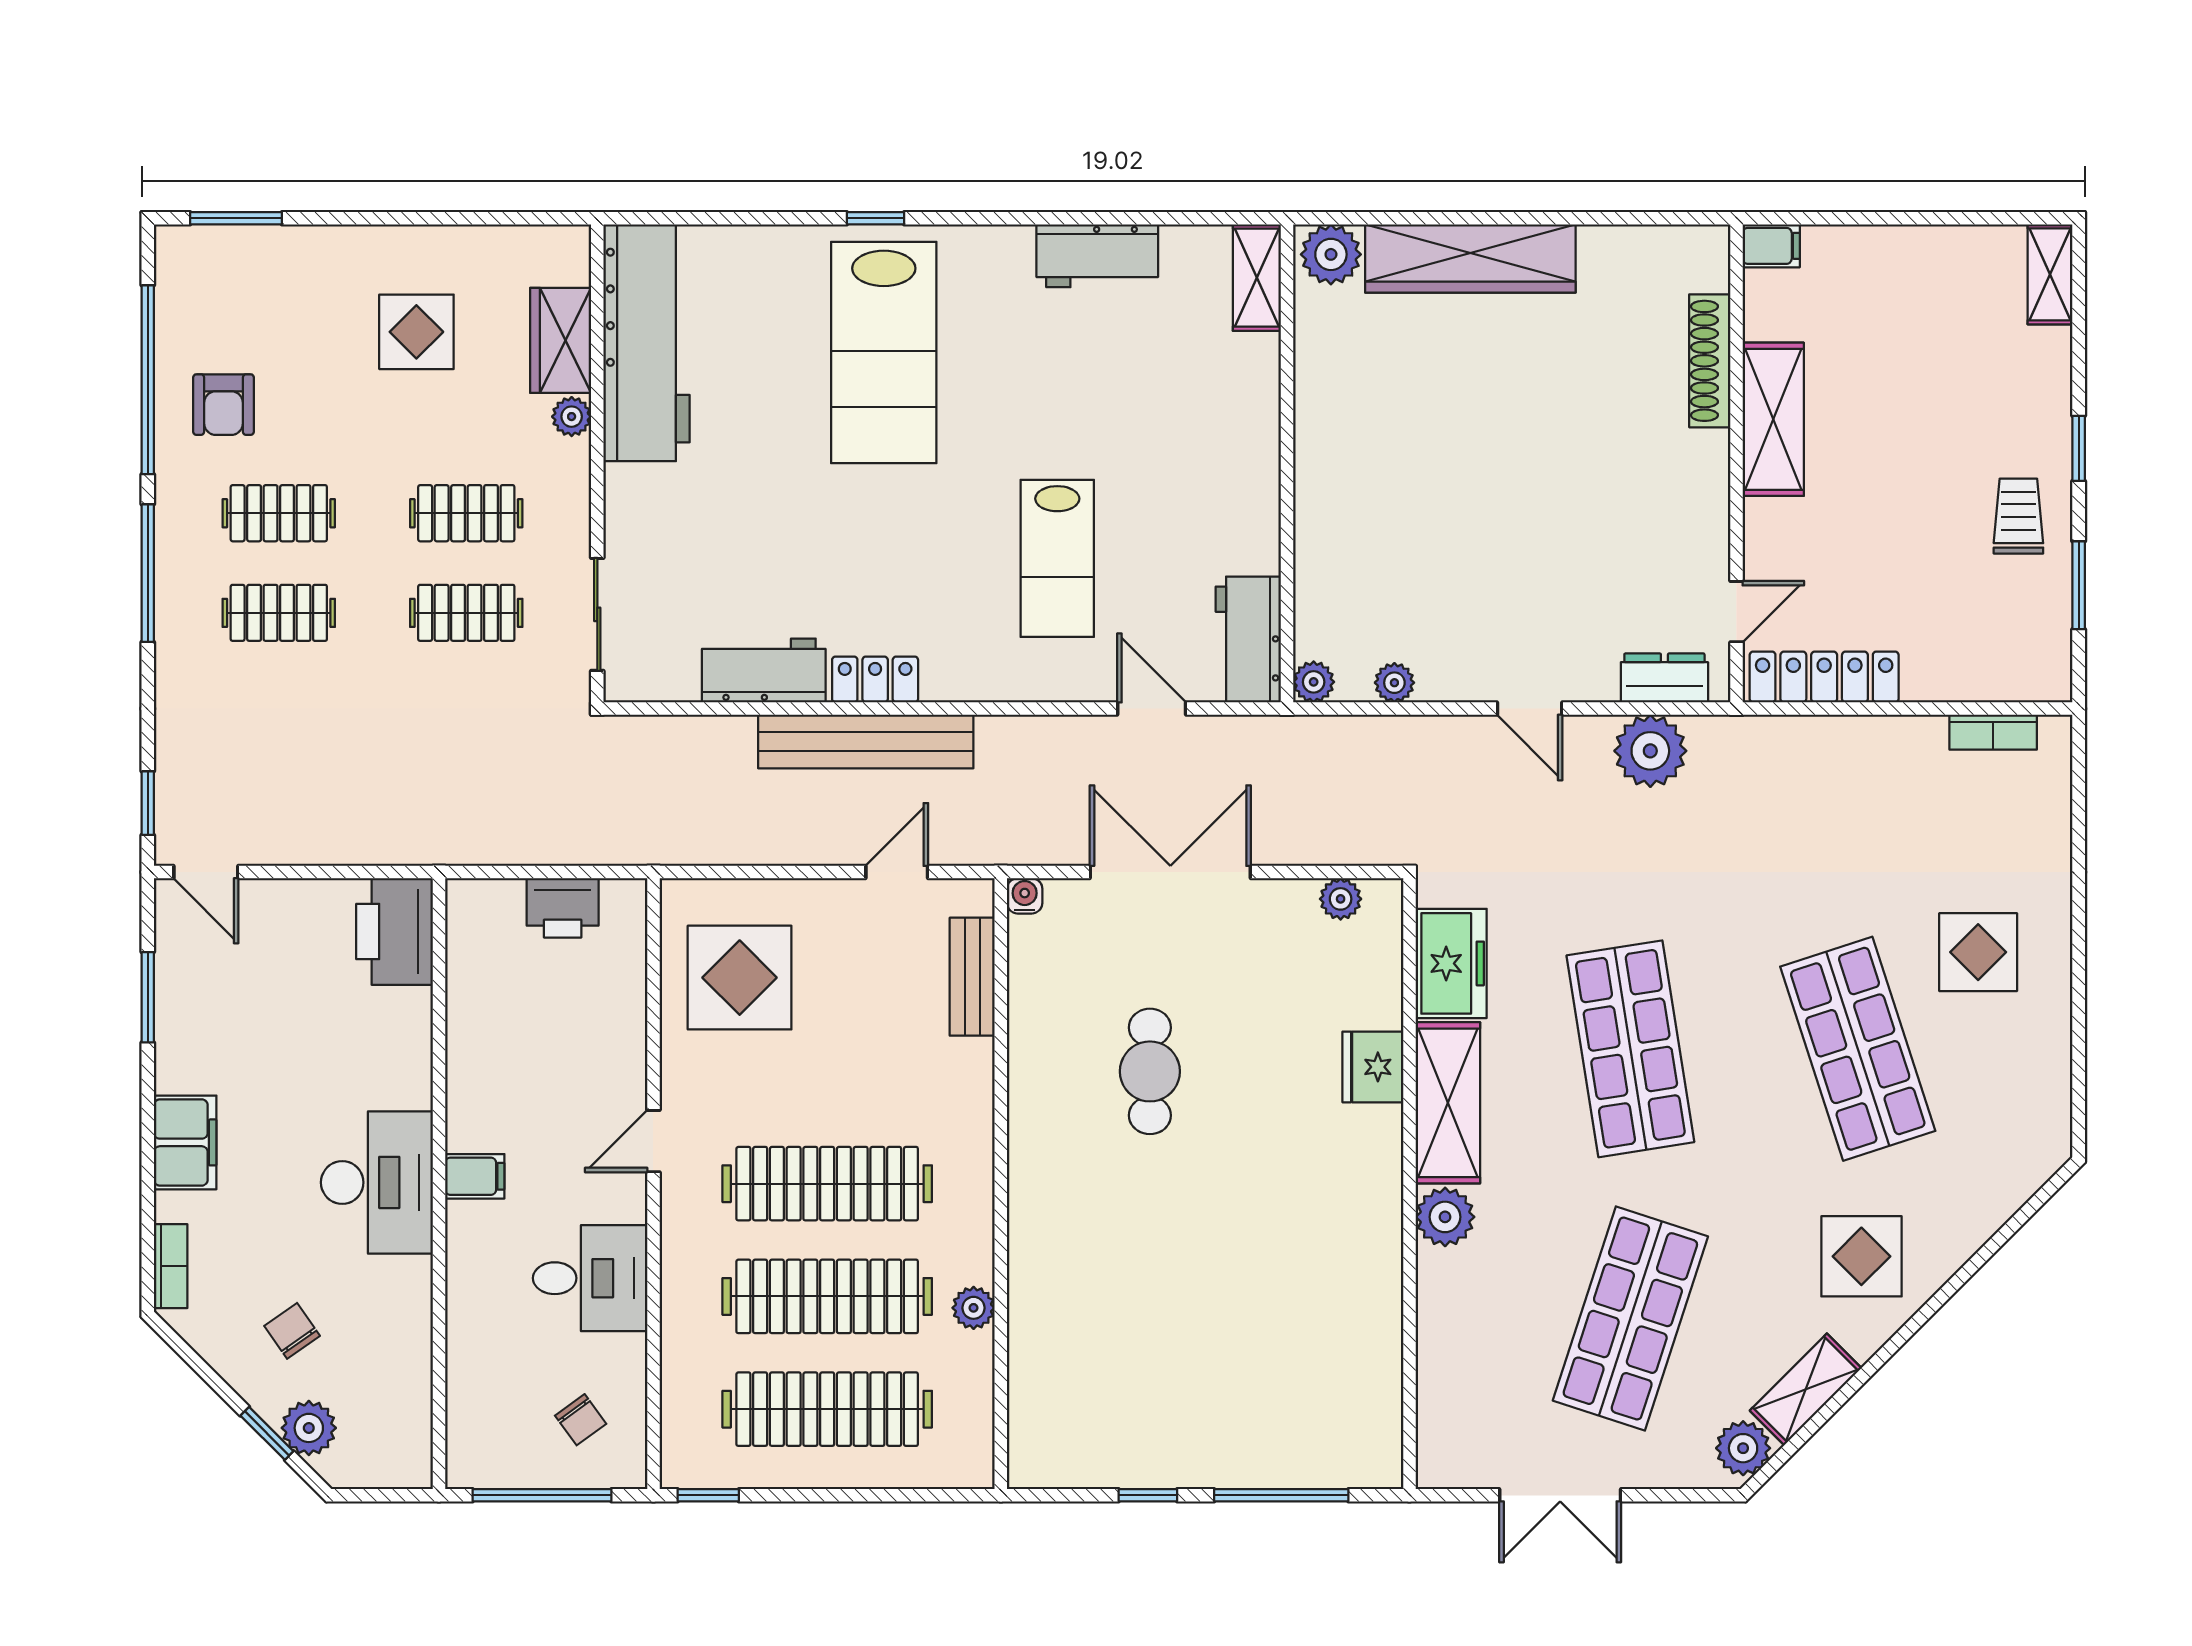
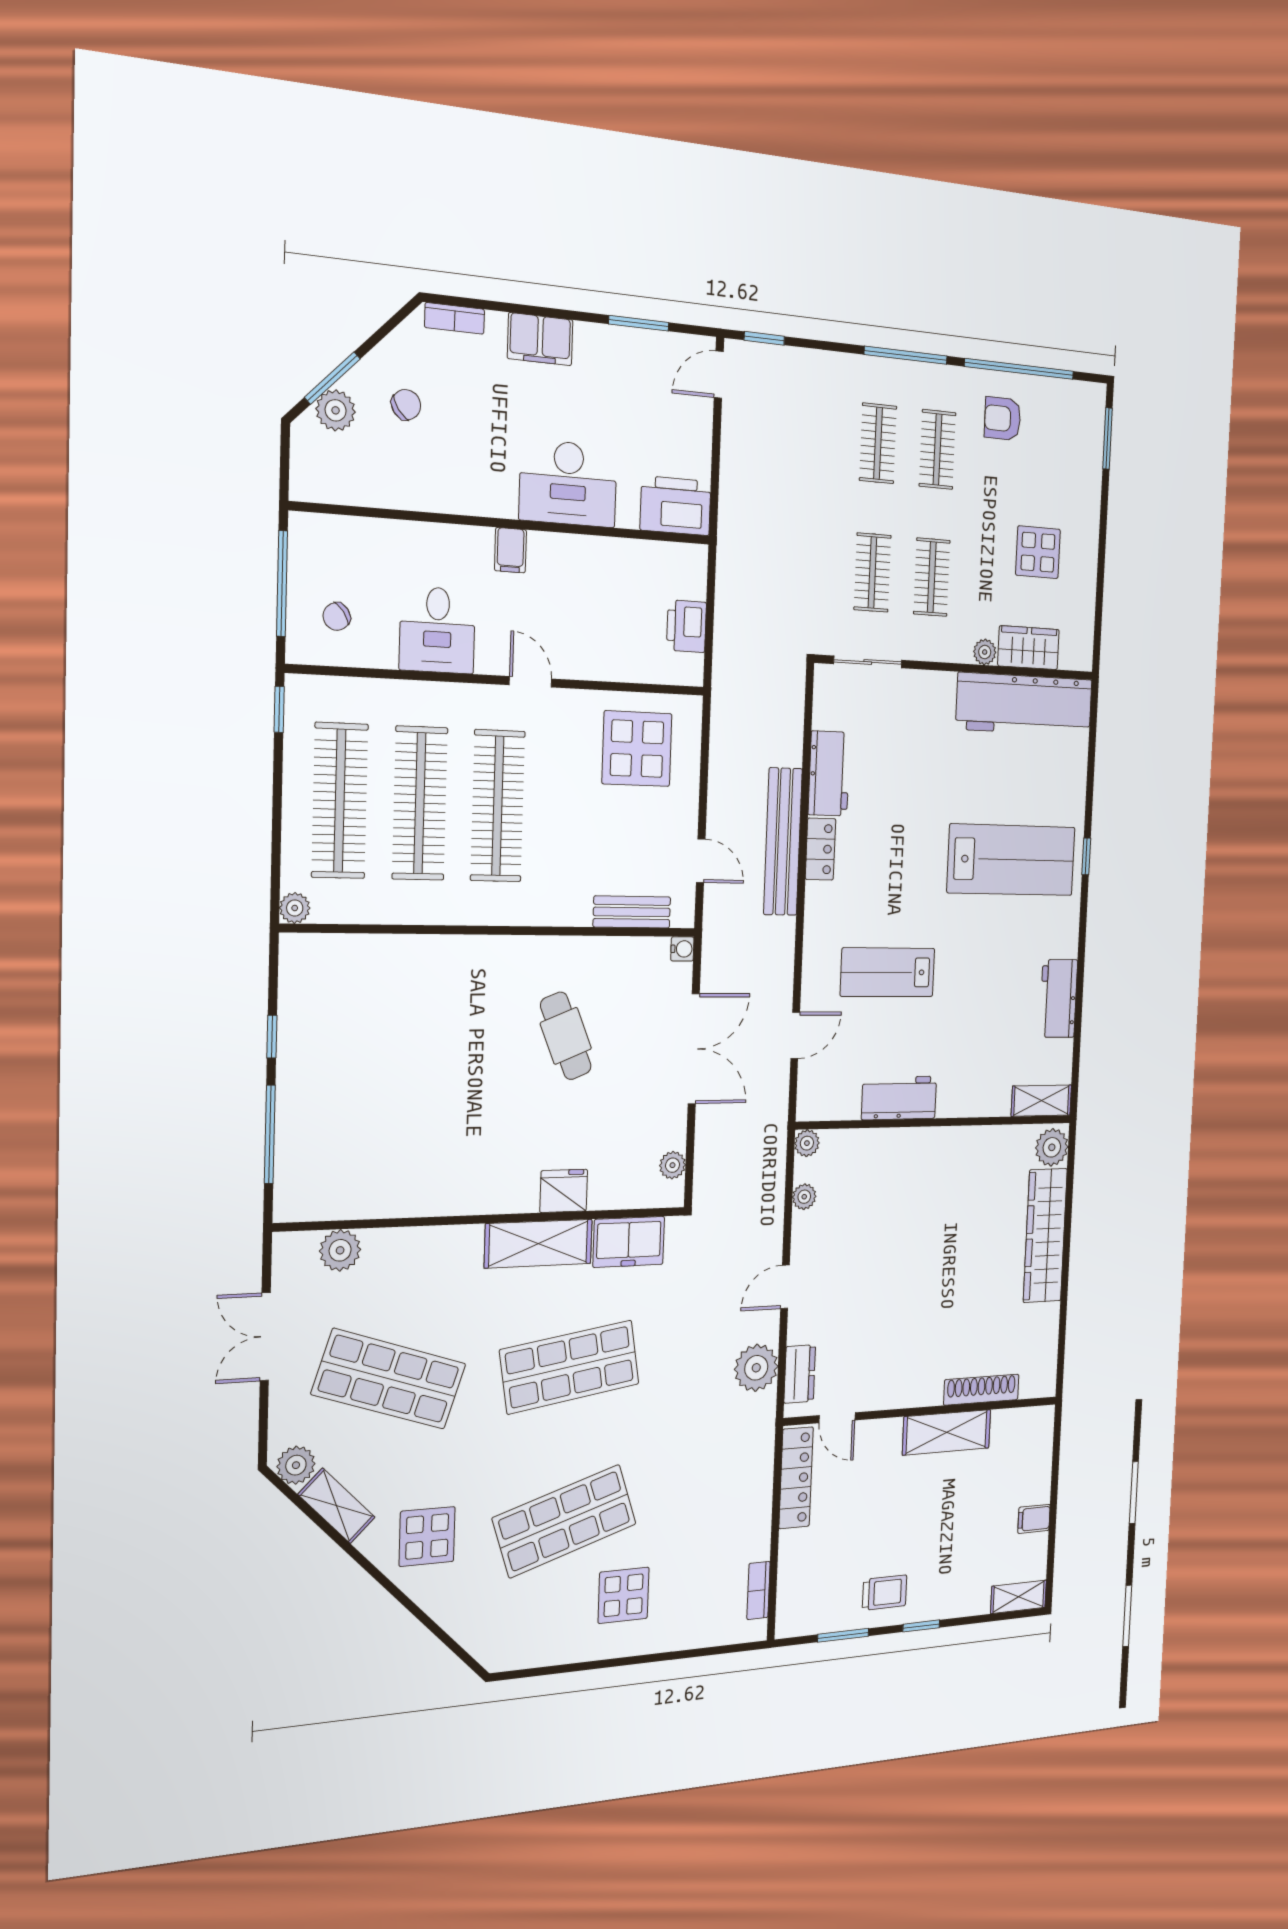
filing cabinet: (1771, 246) -> (1034, 1519), moved, turned 90
lab bench: (884, 353) -> (1011, 860), turned 180
workbench: (1248, 640) -> (899, 1098), moved
cafe table: (1150, 1071) -> (566, 1036), turned 68
desk: (377, 1182) -> (568, 483), moved
plant: (1445, 1217) -> (340, 1250), moved
plant: (974, 1308) -> (295, 908), moved
window: (267, 1433) -> (332, 378), width x1.50

